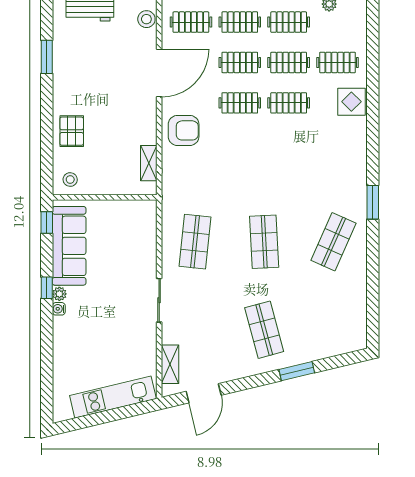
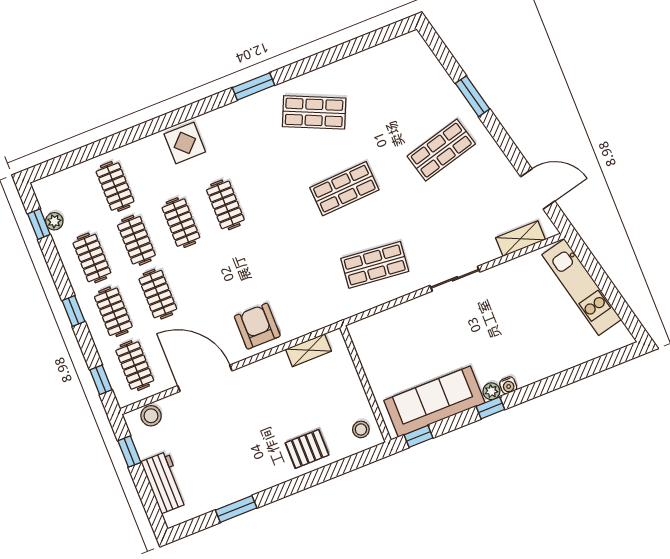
display table: (351, 102) -> (185, 143), moved
clothes rail: (240, 103) -> (225, 205), moved

